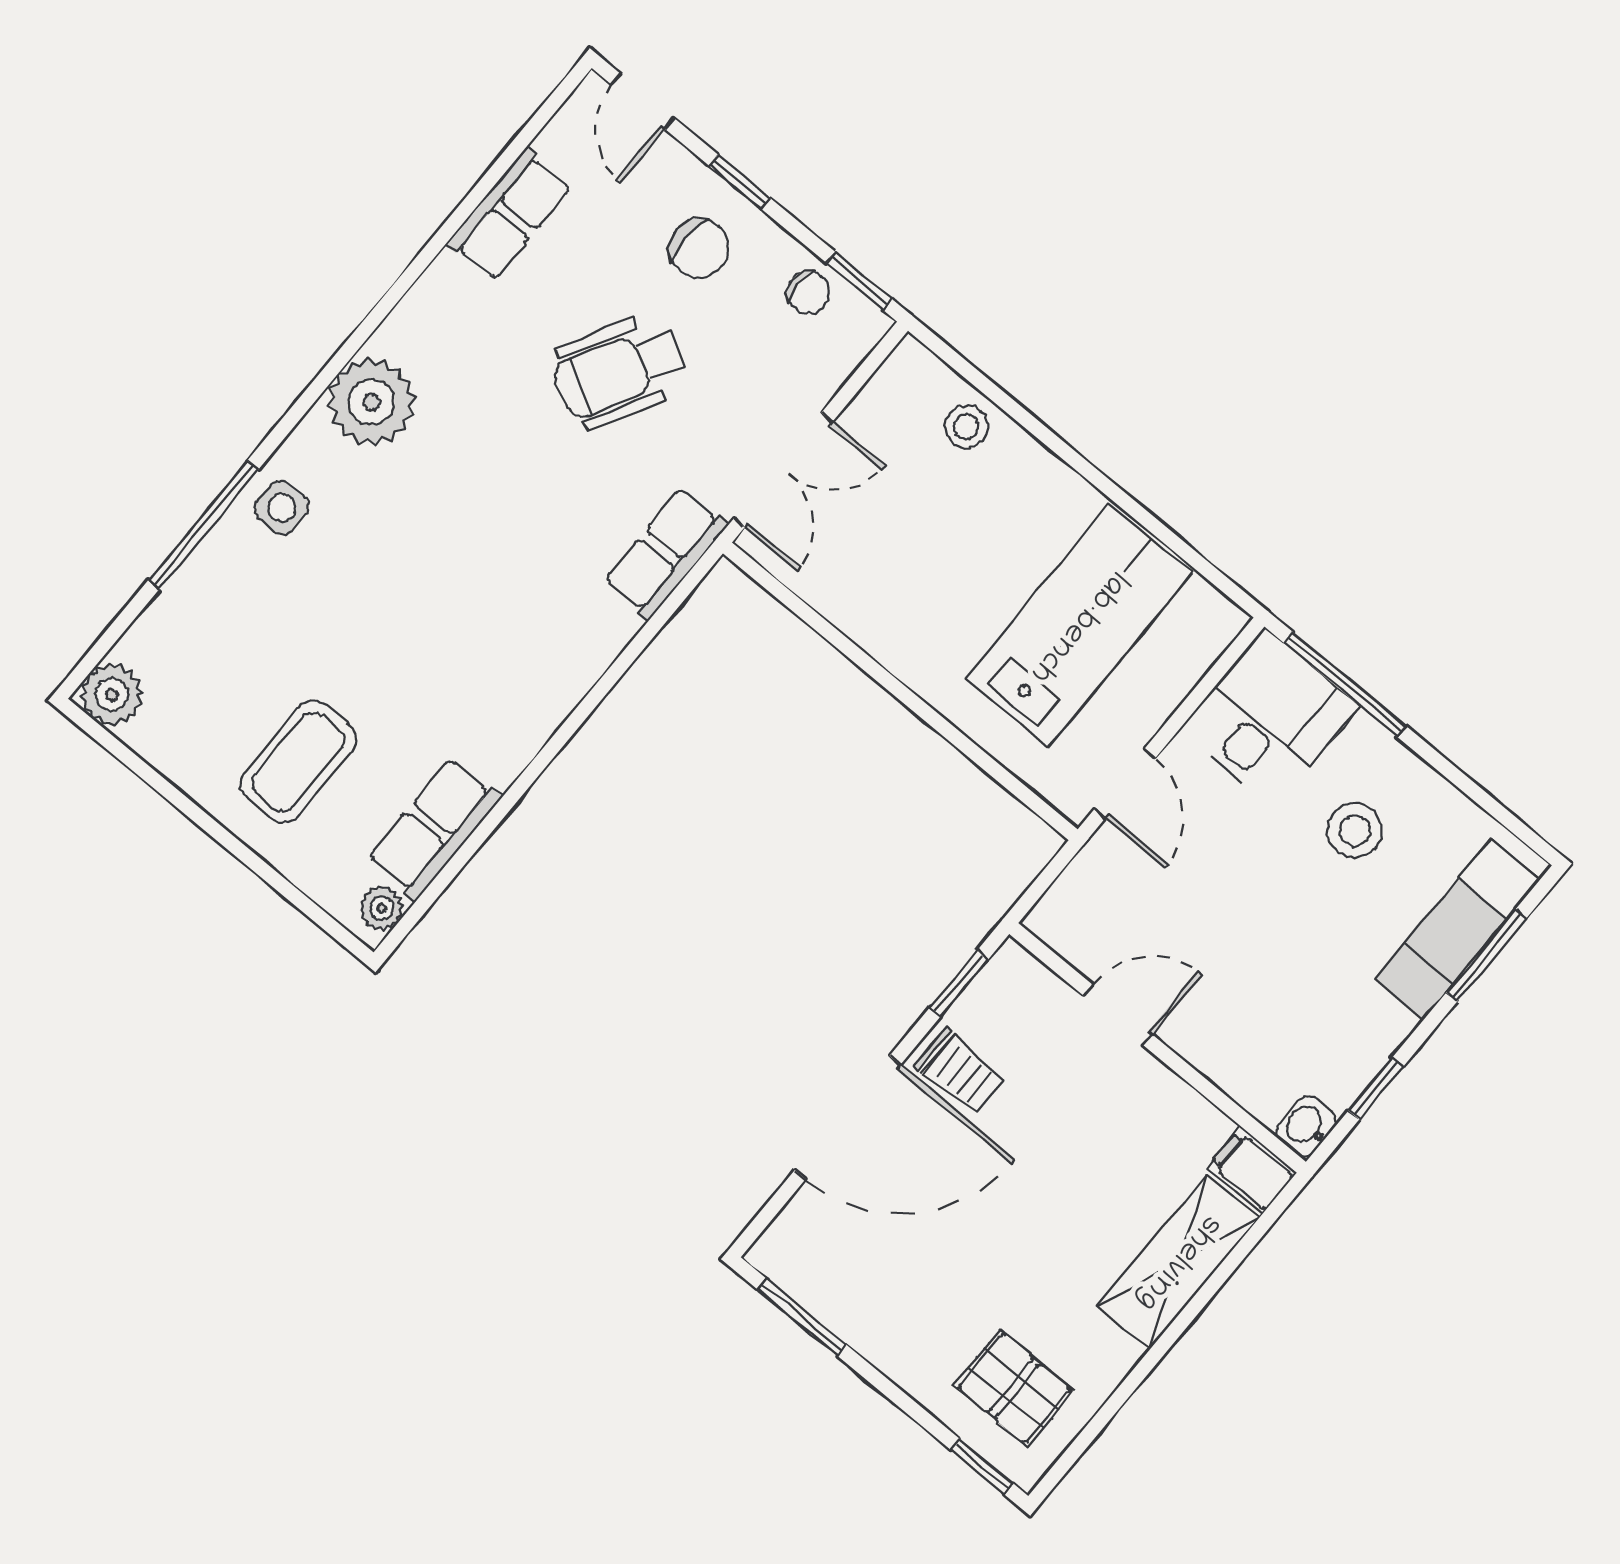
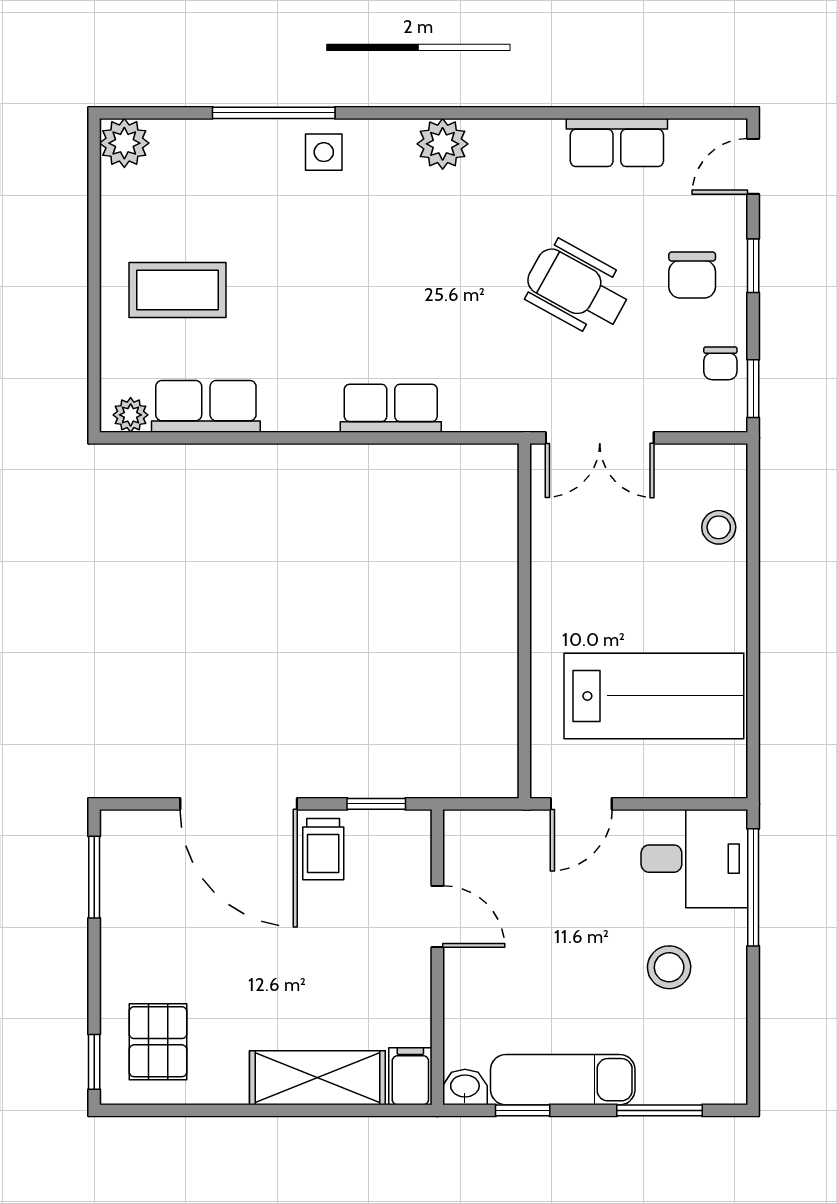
plant: (371, 402) -> (443, 144), width x0.73, depth x0.73
row of seats: (666, 553) -> (391, 408), moved
exam couch: (1457, 929) -> (563, 1080), moved

